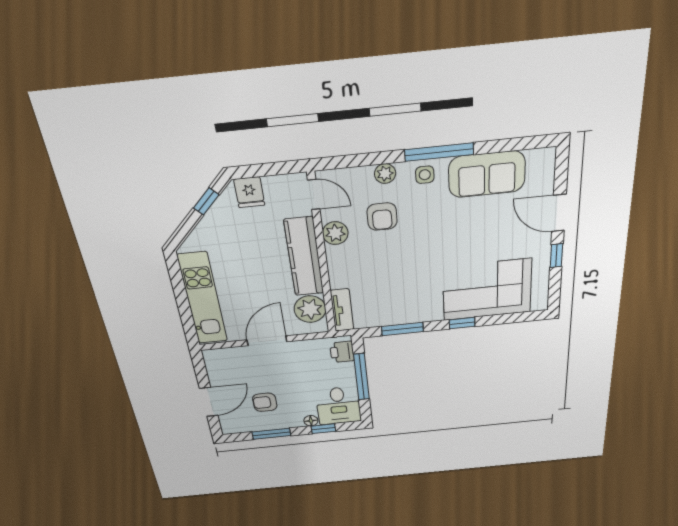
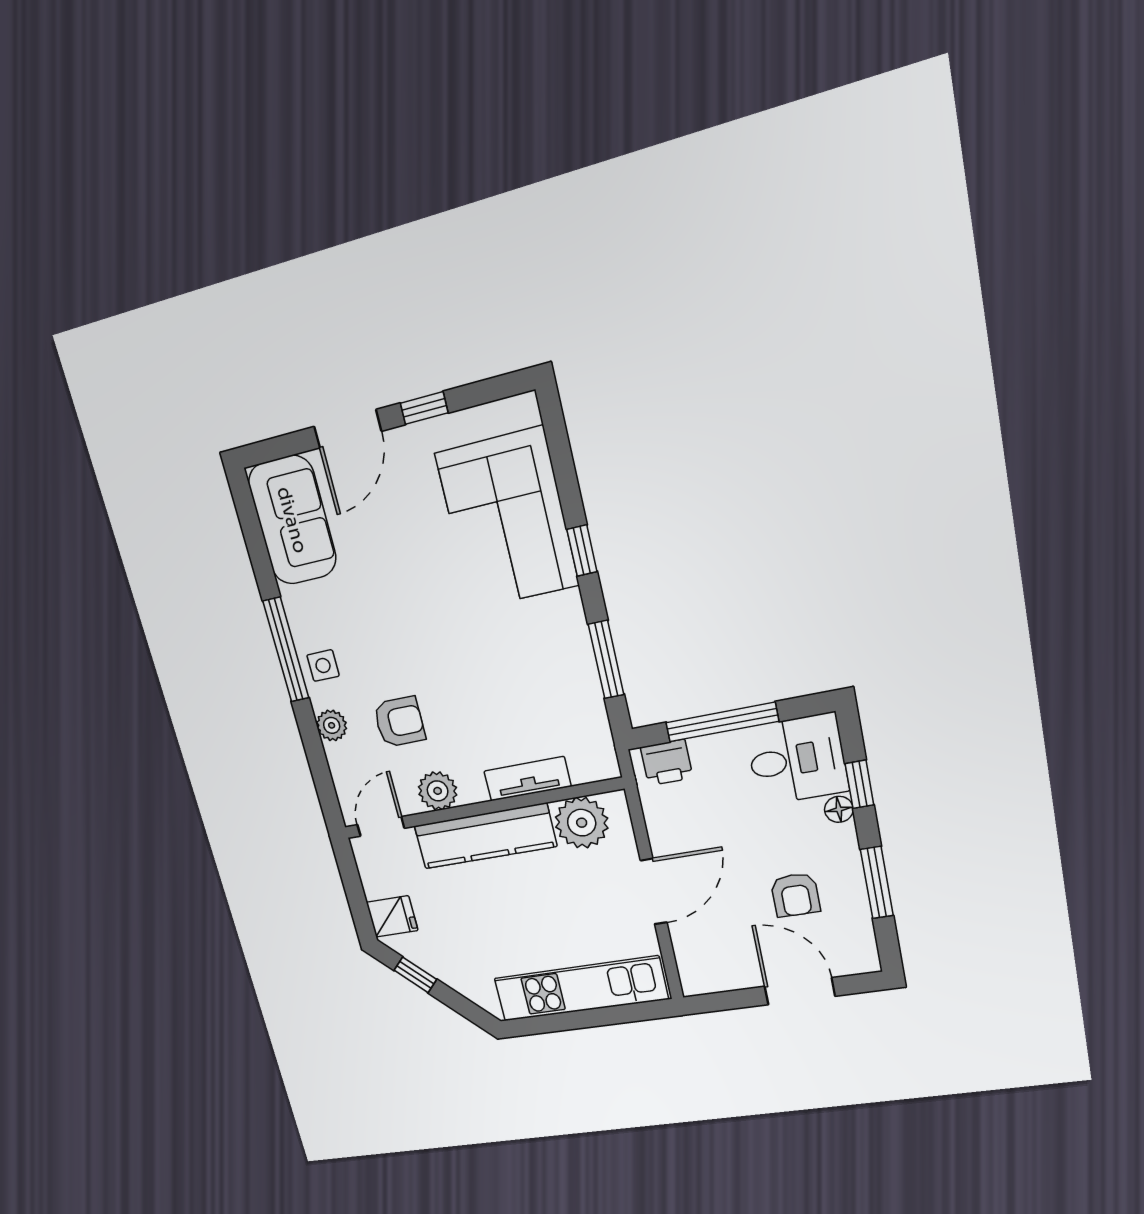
sofa: (487, 174) -> (292, 520), moved
tv unit: (342, 310) -> (527, 779), moved
door: (267, 341) -> (654, 892), swing flipped

